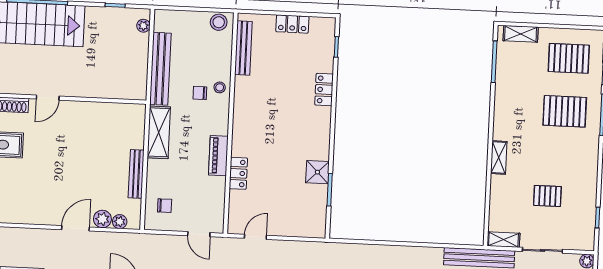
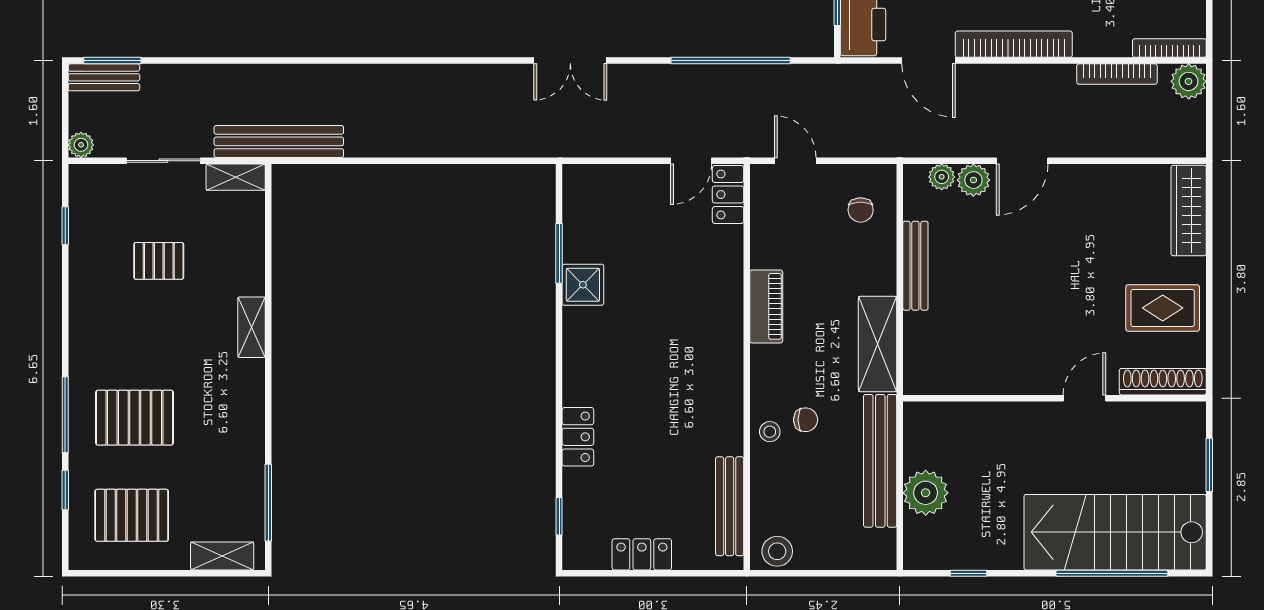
plant: (143, 26) -> (926, 493), moved, width x1.88, depth x1.88
locker: (238, 173) -> (728, 194), moved
chair: (165, 206) -> (861, 210), turned -90

